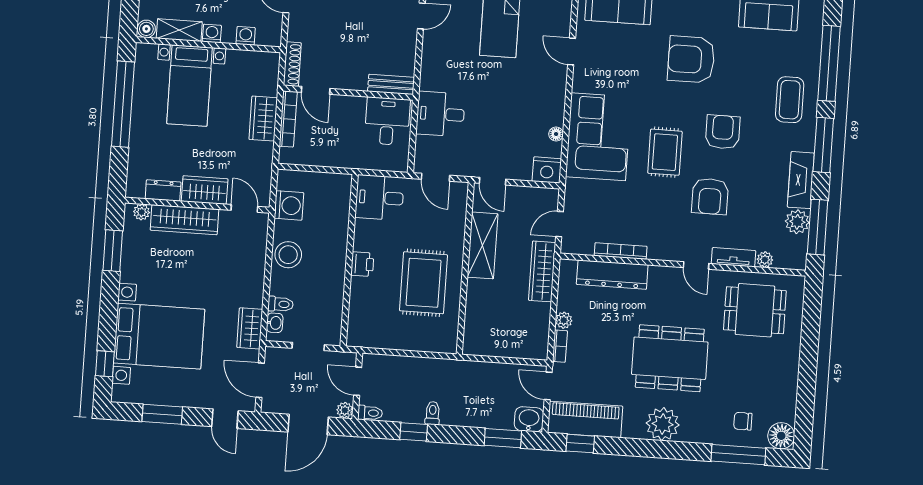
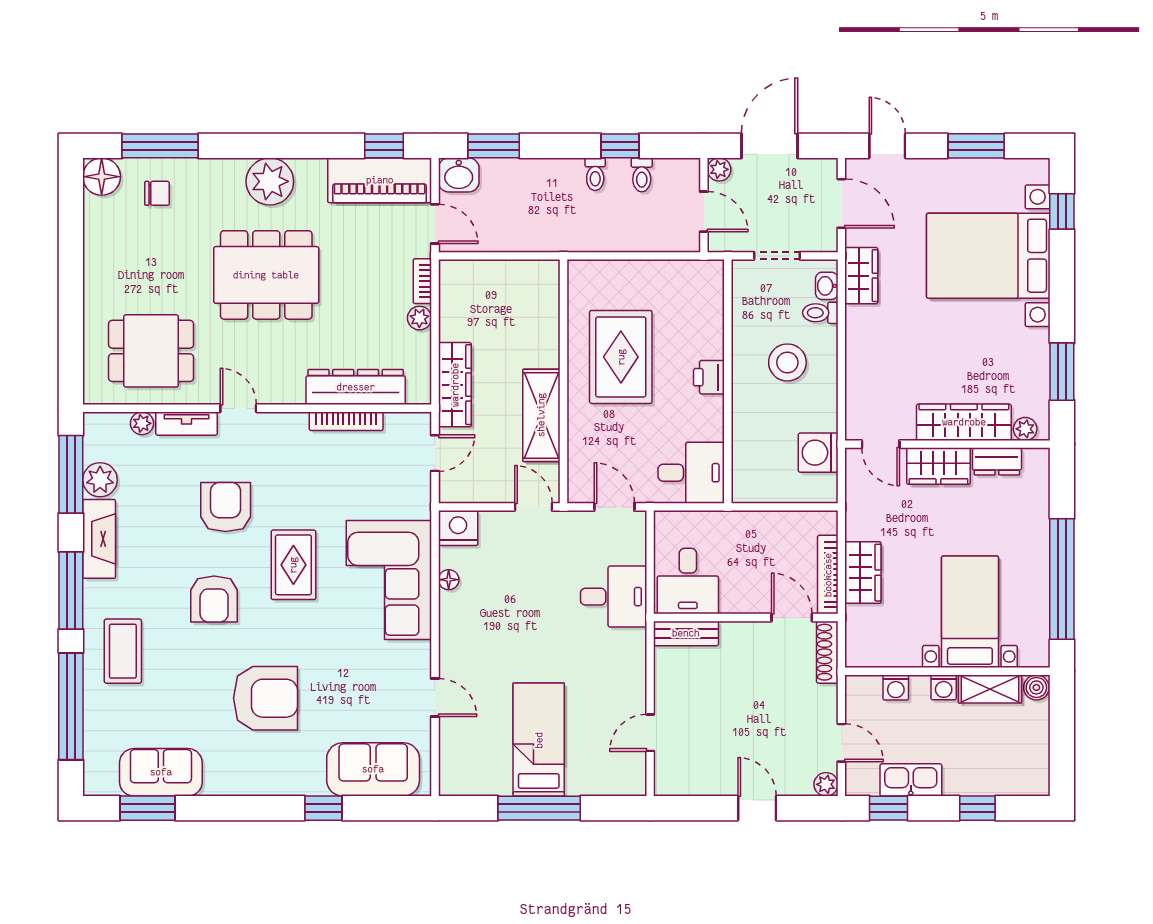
stool: (288, 255) -> (787, 362), moved
toilet: (370, 413) -> (642, 175), moved, turned -90

